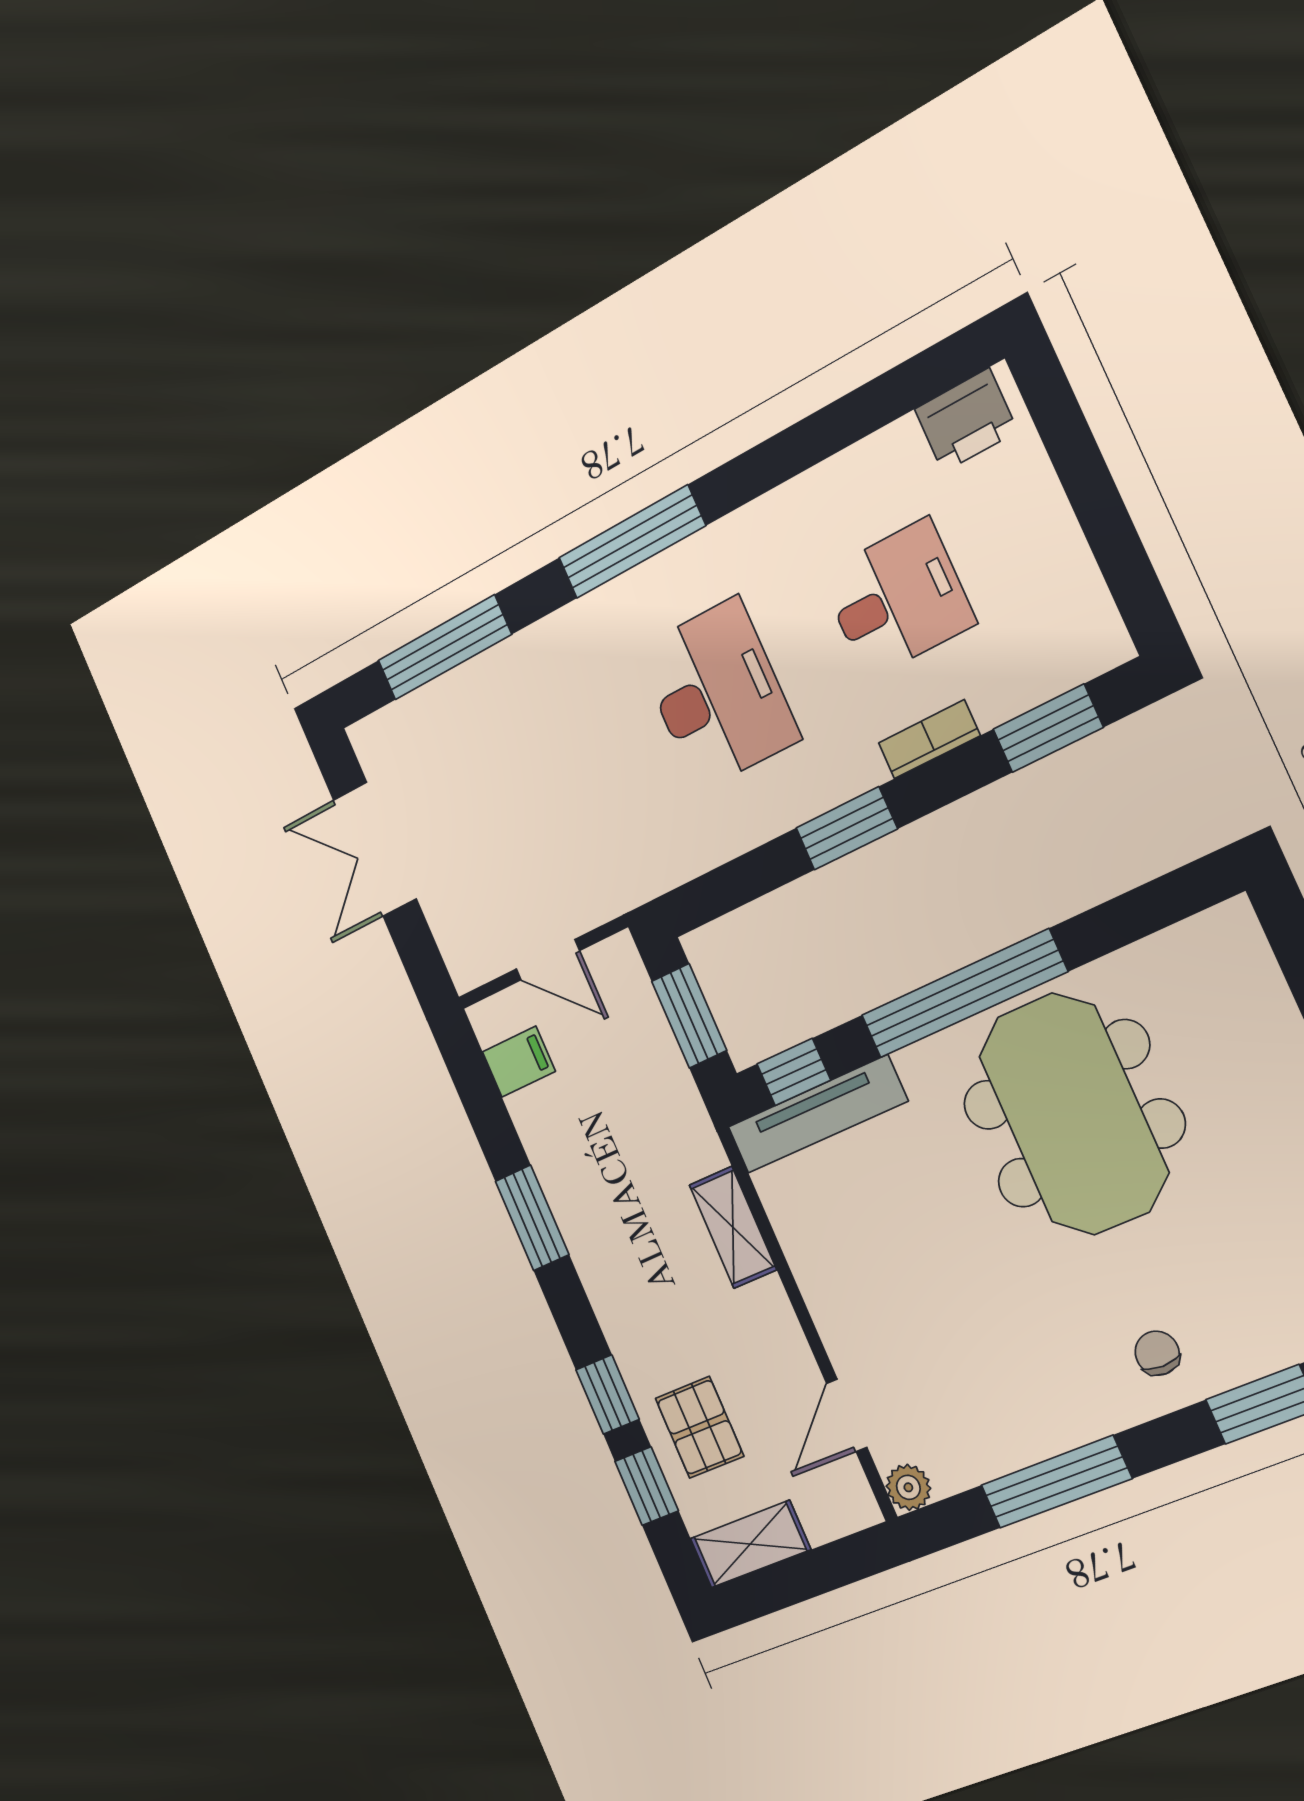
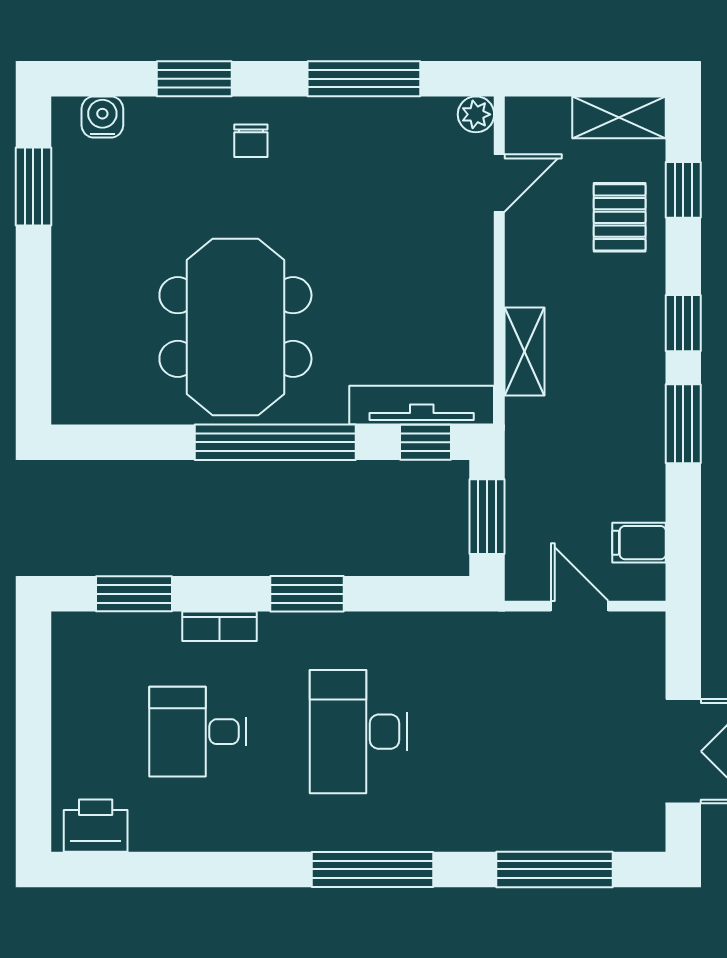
window: (608, 1394) -> (683, 323), moved

